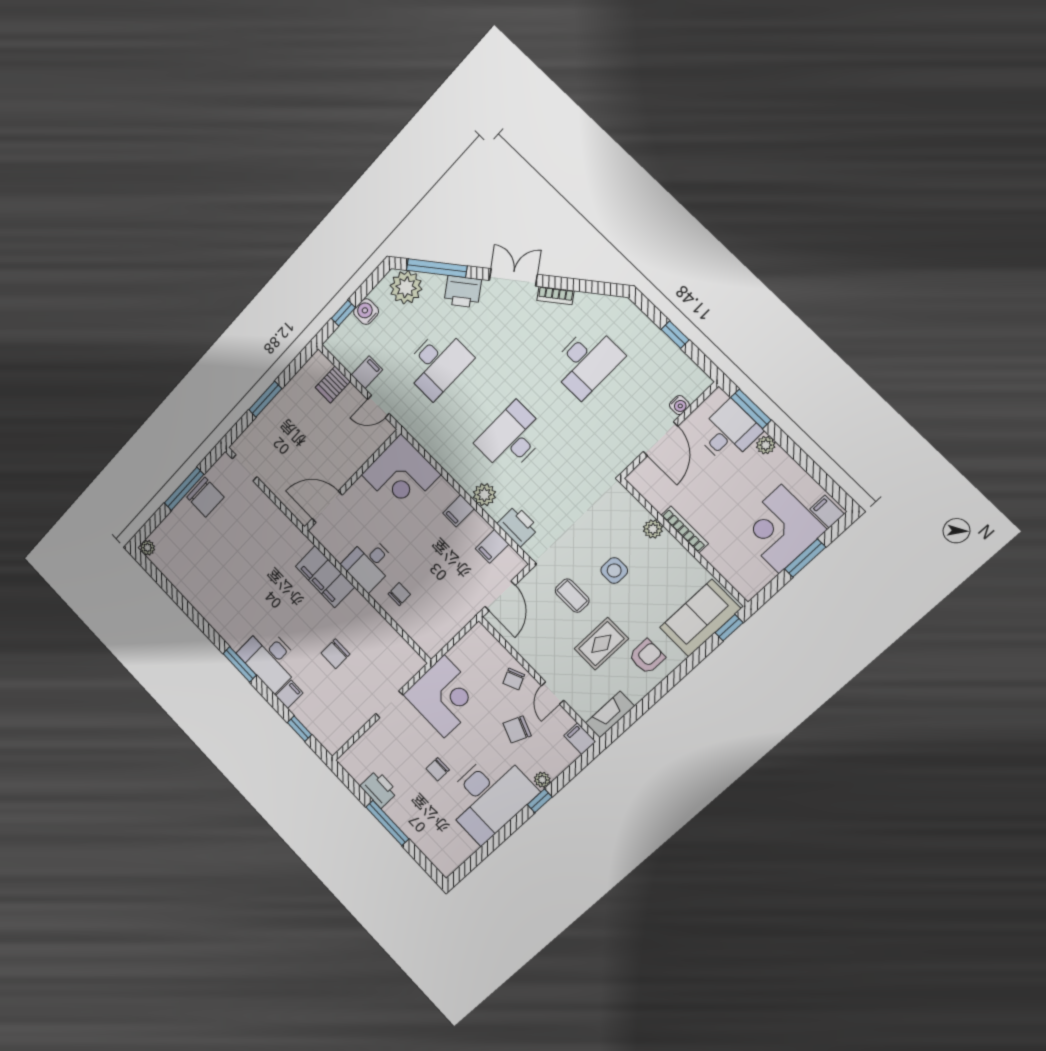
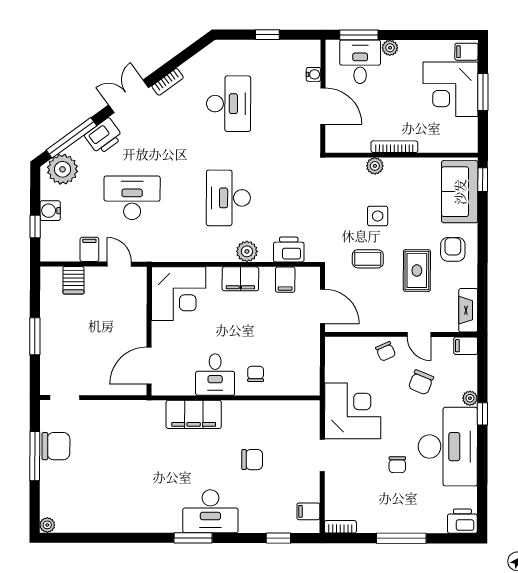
desk: (438, 363) -> (132, 198), turned -90
door: (378, 406) -> (119, 264), swing flipped
filing cabinet: (459, 511) -> (240, 279), width x2.00
chair: (335, 654) -> (252, 460), turned -90
filing cabinet: (289, 694) -> (308, 511), moved, turned -90
bookcase: (352, 768) -> (340, 527), added
printer: (379, 789) -> (462, 521), moved

